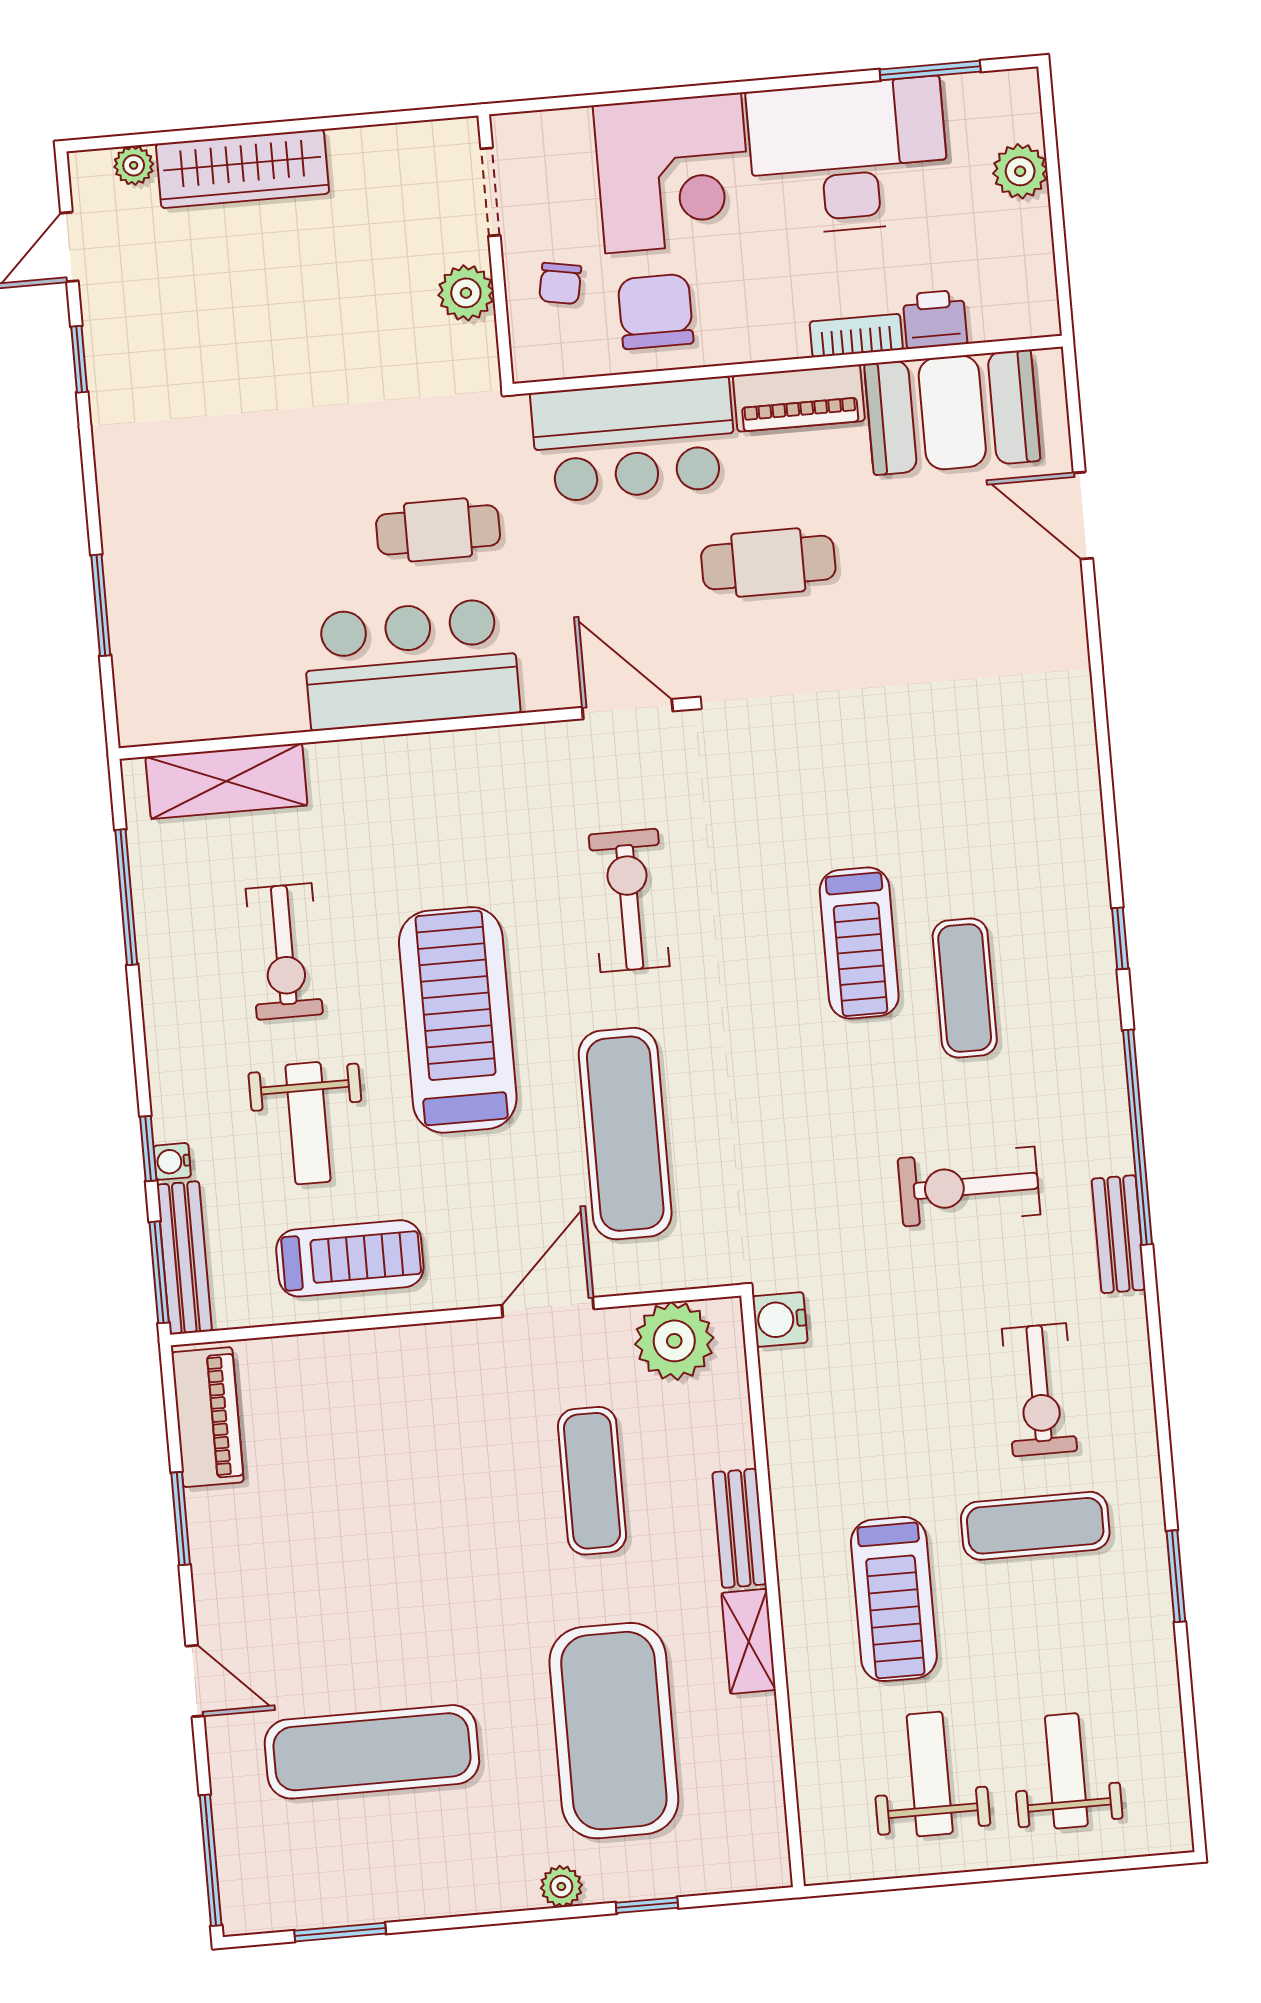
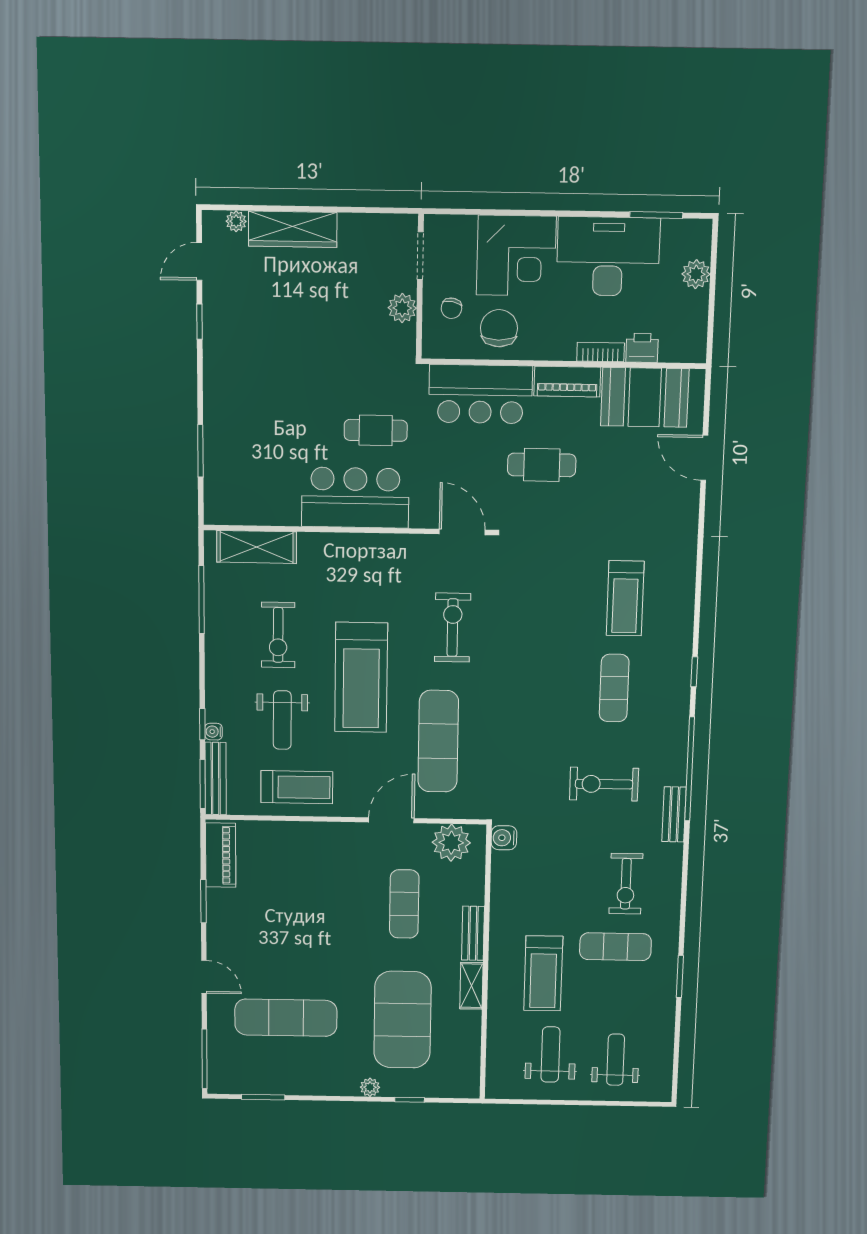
treadmill: (859, 943) -> (625, 598), moved
treadmill: (458, 1020) -> (361, 677), turned 180

